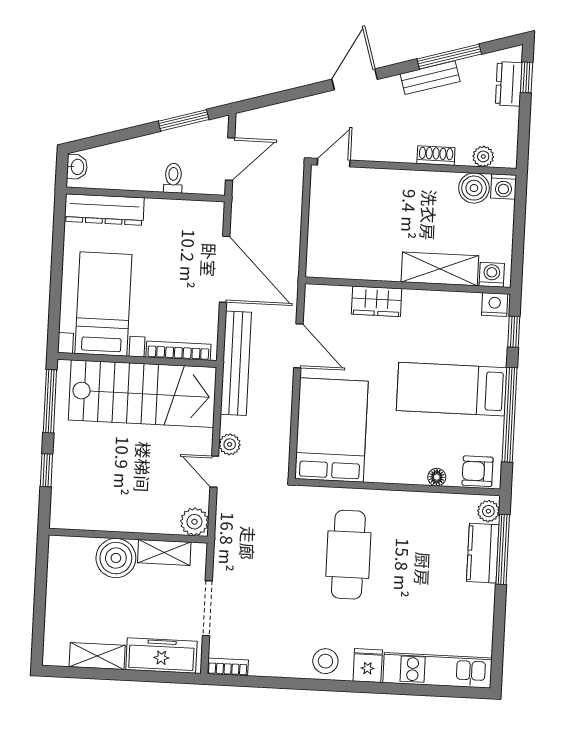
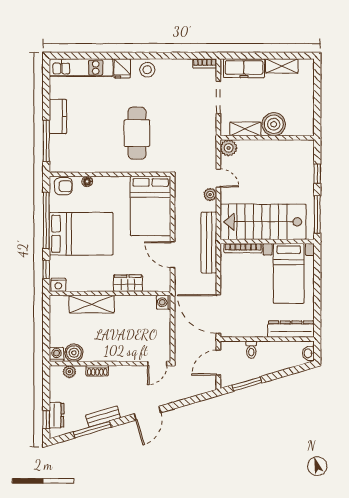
door: (225, 269) -> (218, 314), moved
washing machine: (492, 275) -> (164, 302), moved, turned 90
bed: (452, 389) -> (81, 234), width x1.50
plant: (488, 511) -> (56, 163), removed
kitchen counter: (483, 553) -> (58, 116), moved

